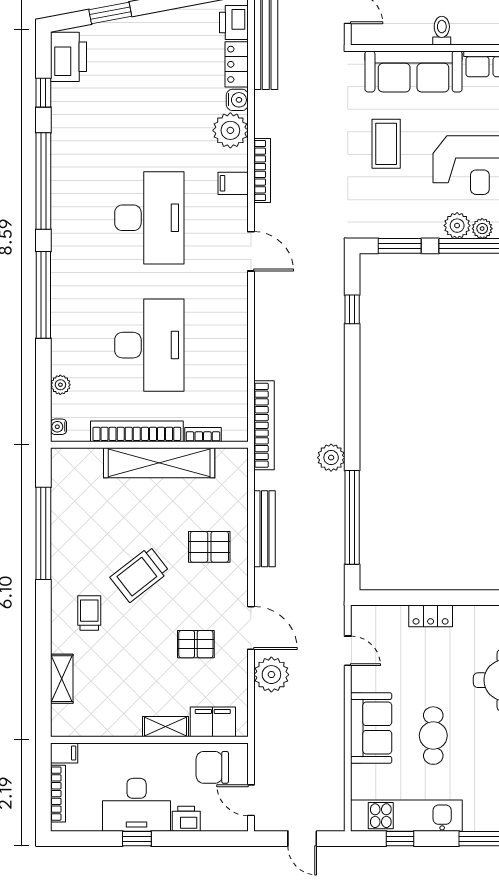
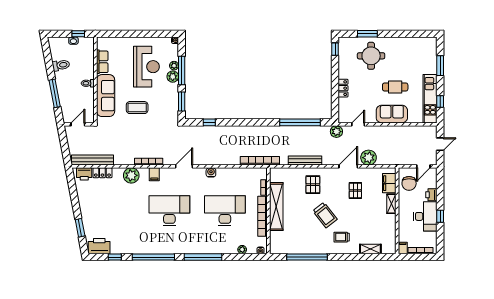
water cooler: (237, 100) -> (211, 172), moved
plant: (331, 458) -> (336, 132), moved

